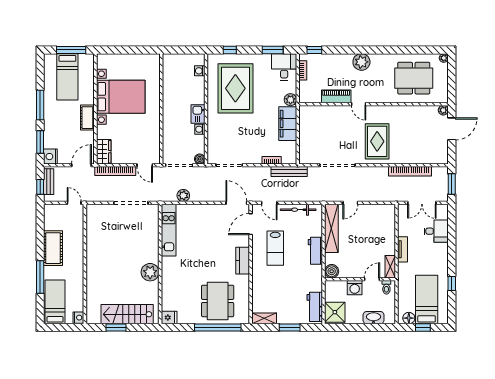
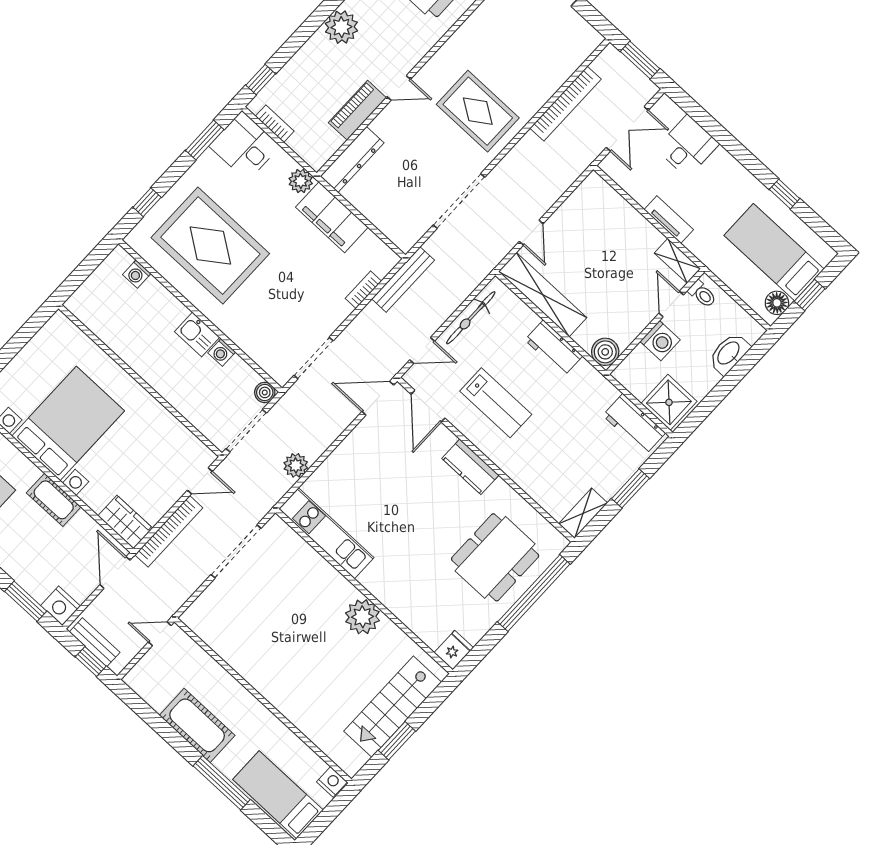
dresser: (316, 111) -> (352, 160), added
dining table: (218, 301) -> (495, 557), turned 90

